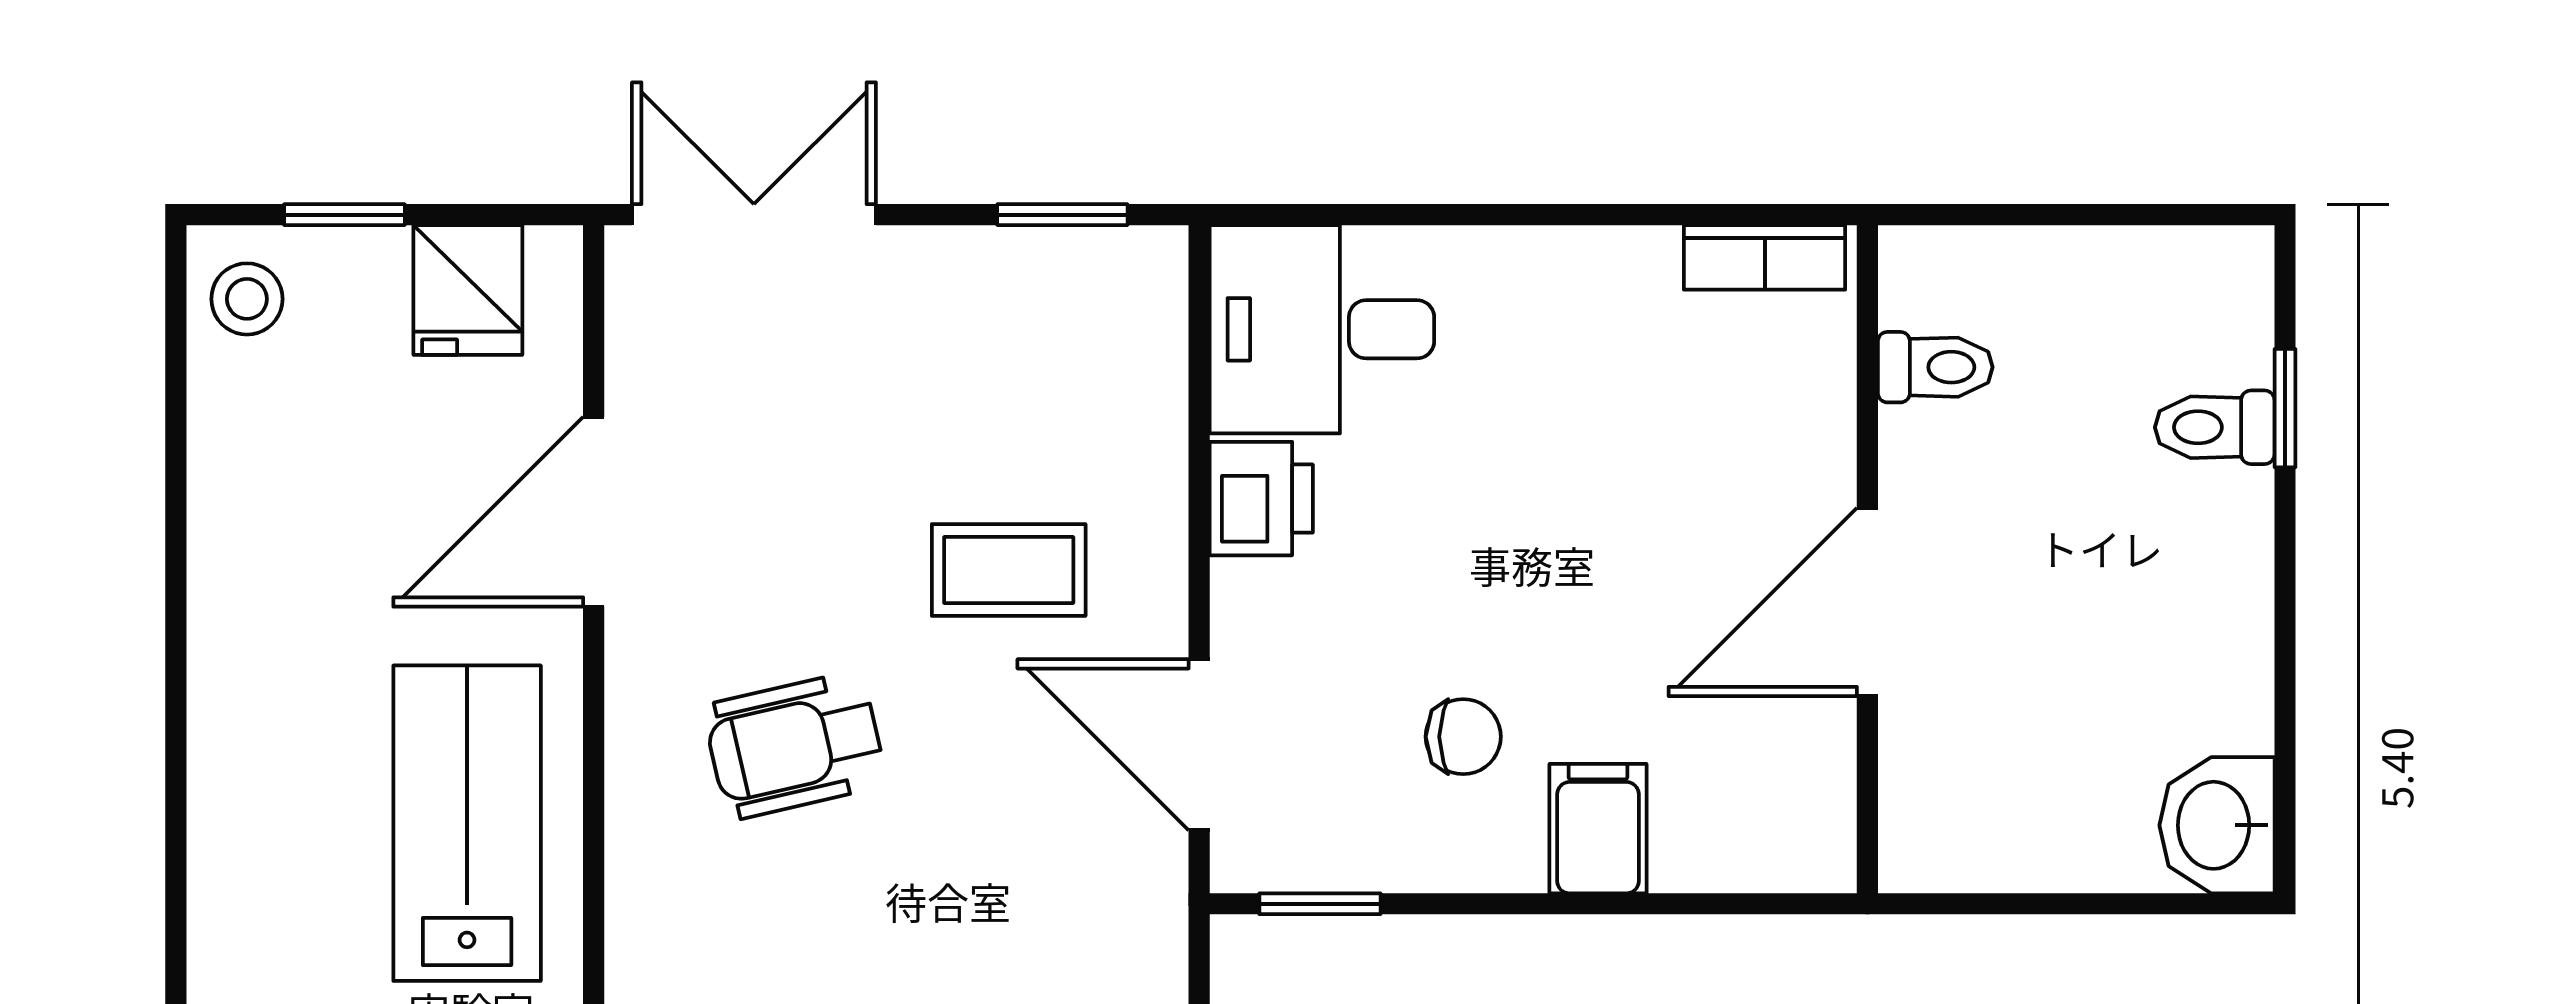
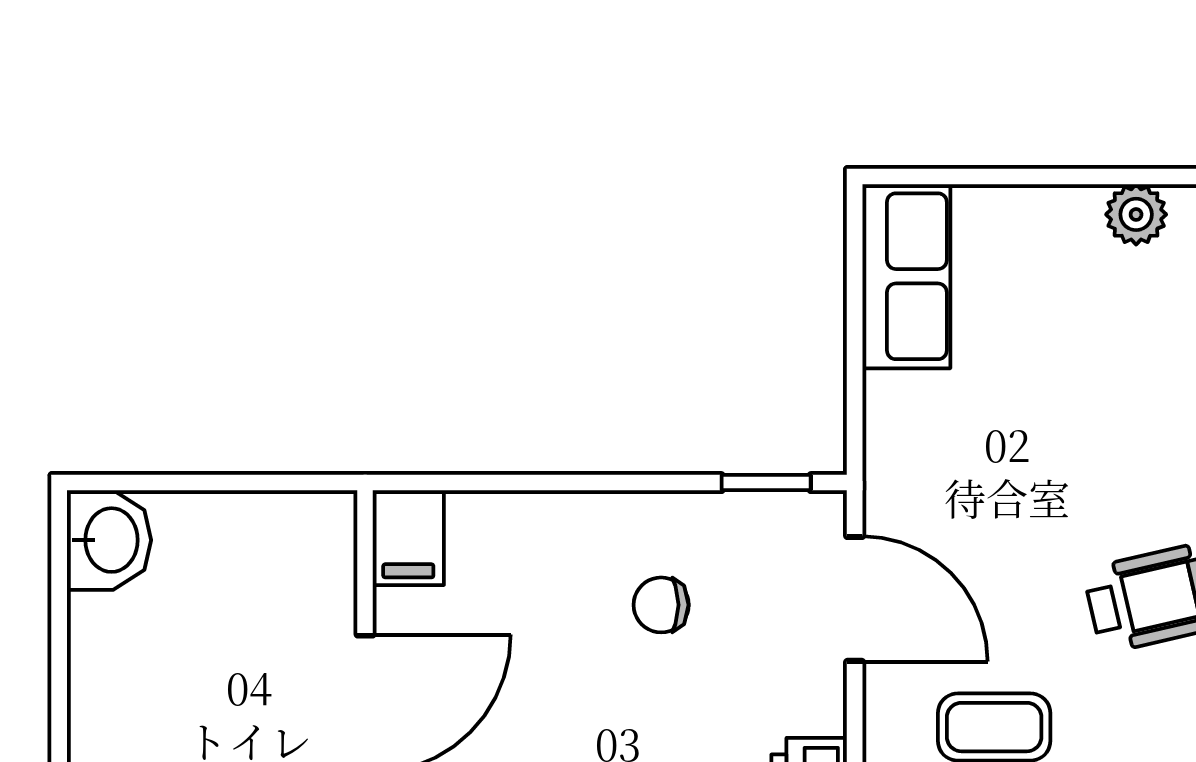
filing cabinet: (1598, 829) -> (408, 538), moved

